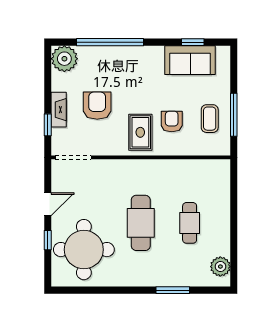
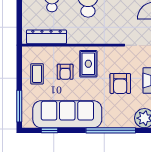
sofa: (190, 60) -> (67, 114), width x1.85, depth x1.27
window: (234, 115) -> (19, 106), moved
dresser: (197, 169) -> (47, 37), added

